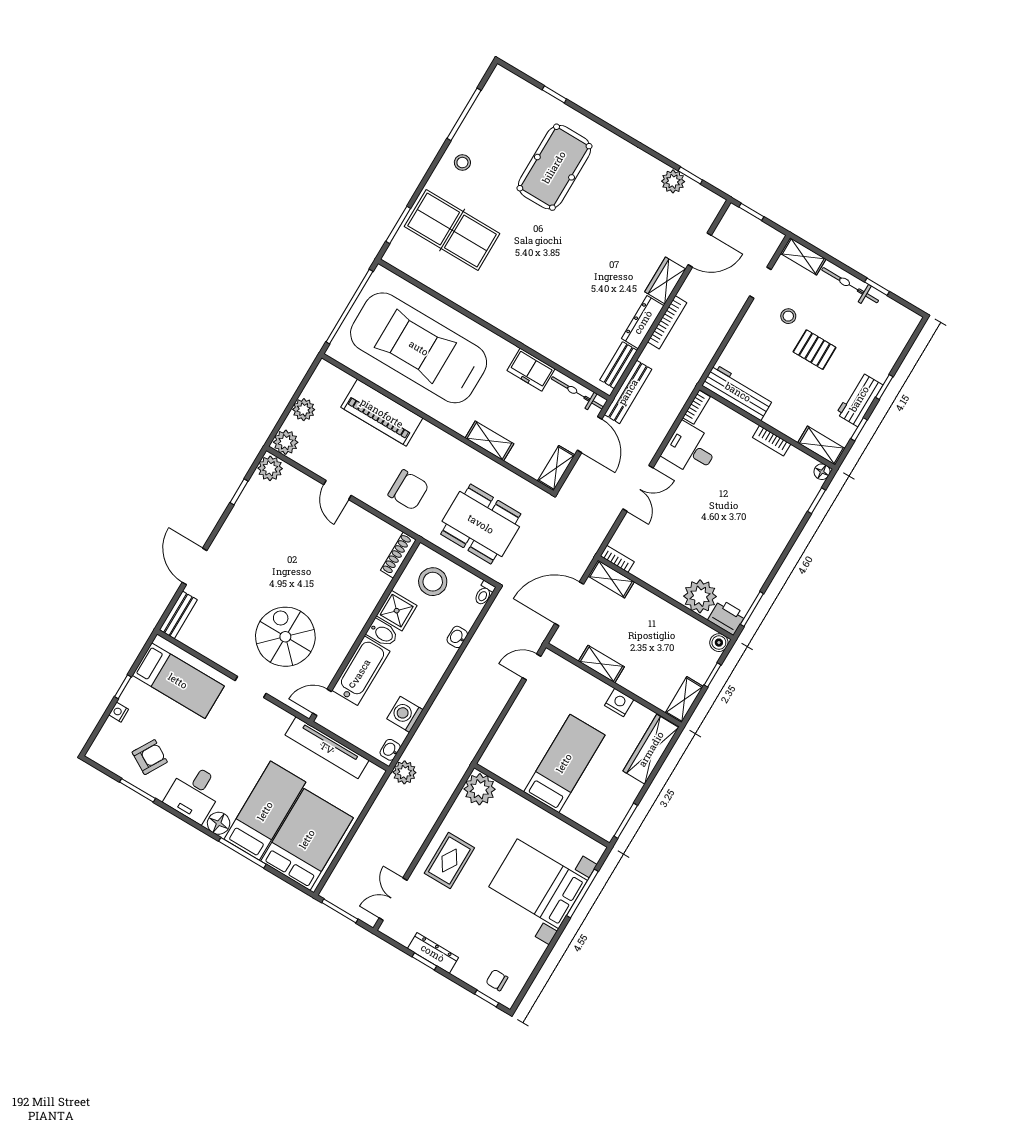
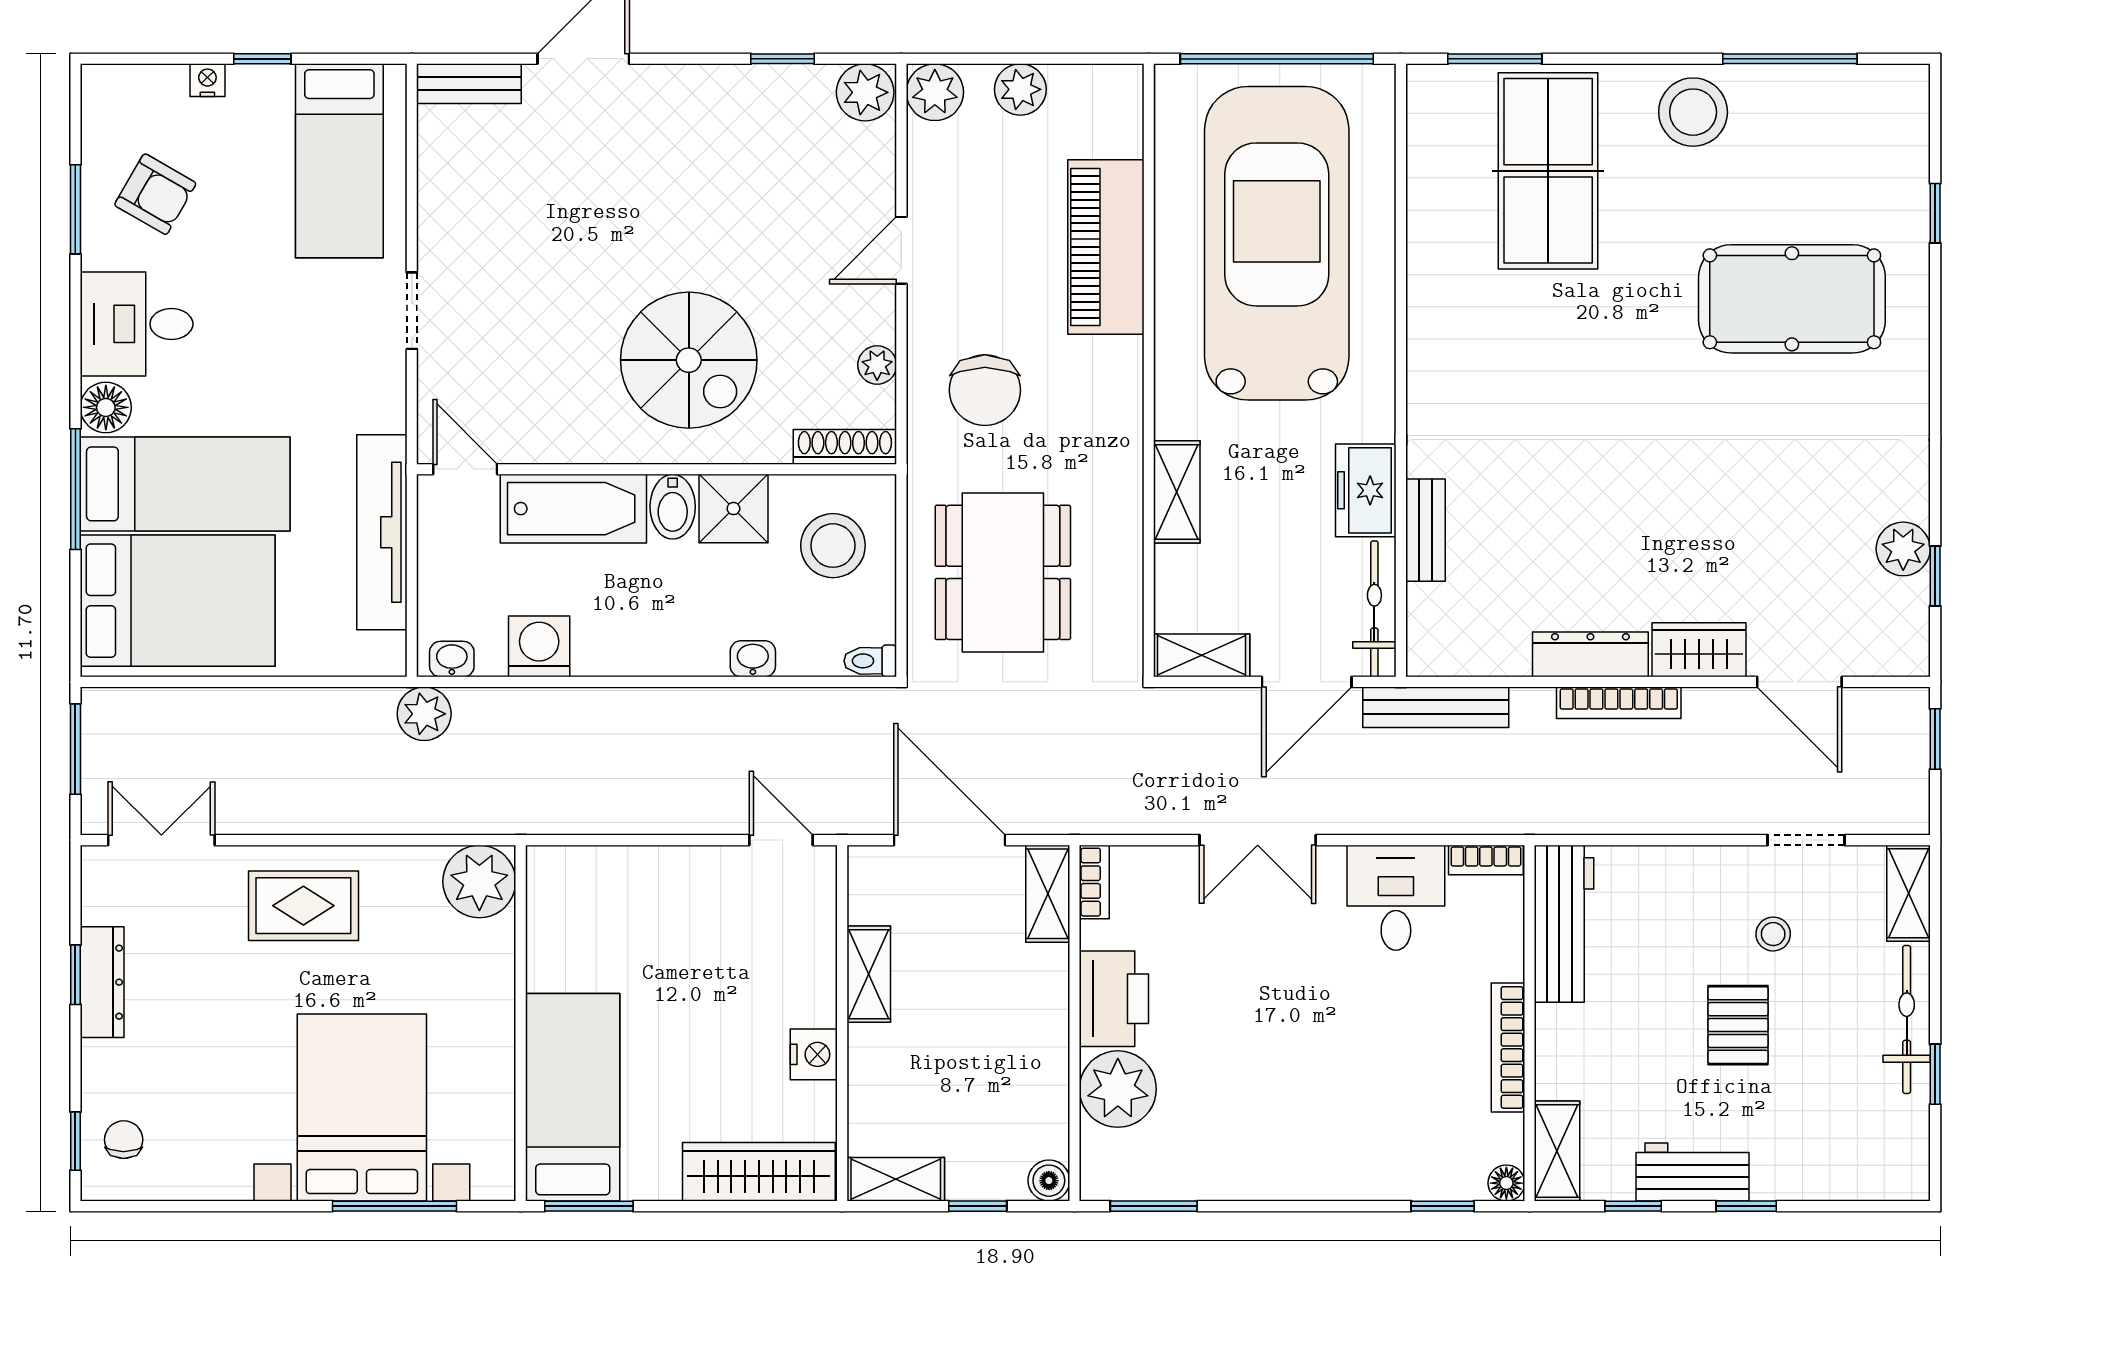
stool: (462, 163) -> (1693, 112), width x1.89, depth x1.89
bench: (619, 365) -> (1425, 530), moved, turned 90
bookcase: (772, 441) -> (1508, 1047), width x1.56
plant: (375, 525) -> (877, 365), added
printer: (727, 617) -> (1114, 999), moved, width x1.37, depth x1.19
spiral stairs: (285, 637) -> (689, 360), moved, turned 90
bed: (564, 763) -> (573, 1097), moved, turned -90

